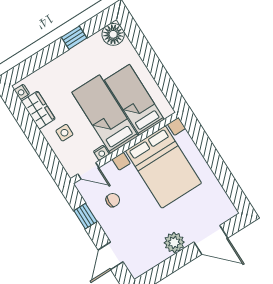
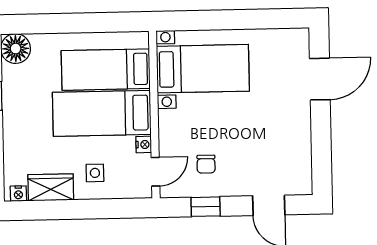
bed with nightstands: (164, 167) -> (203, 69), width x0.73
chair: (113, 200) -> (206, 164), turned 180
plant: (174, 242) -> (298, 123), removed

